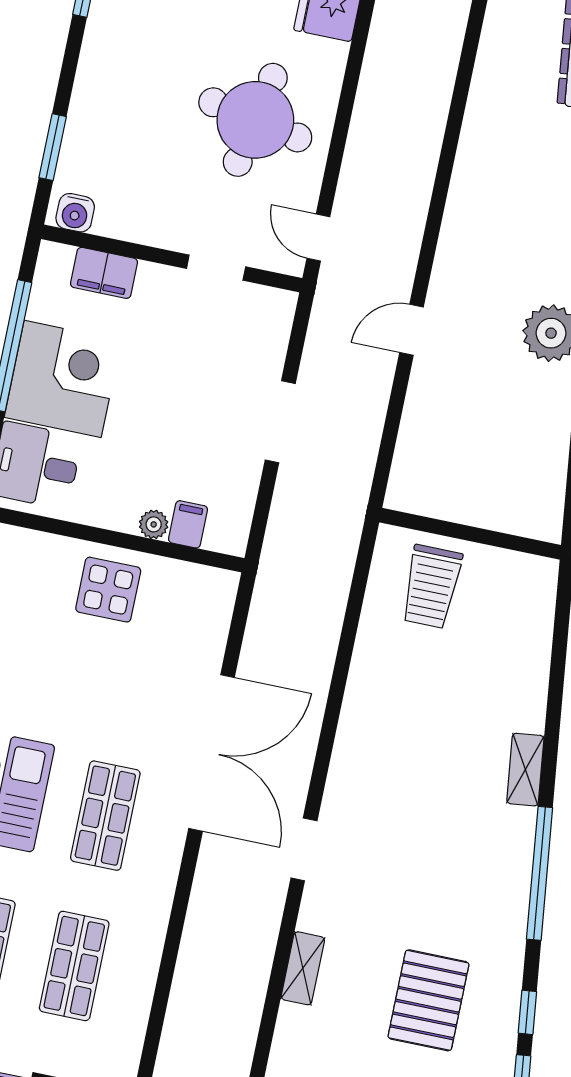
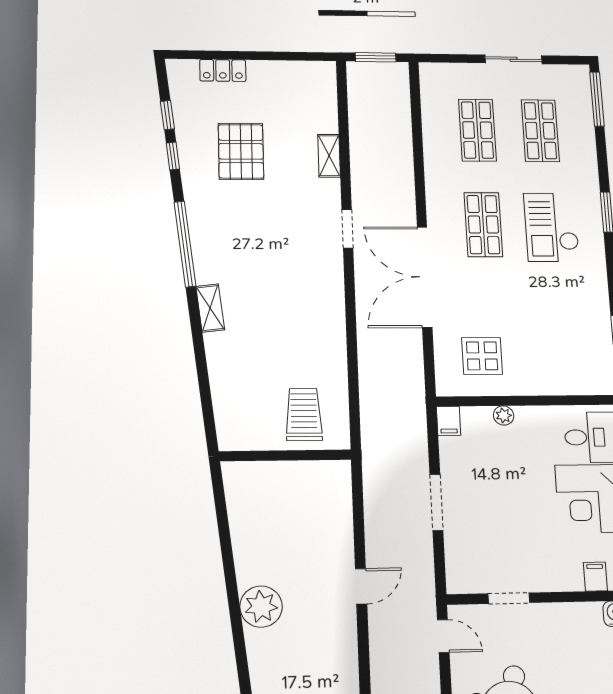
filing cabinet: (104, 273) -> (595, 577), width x0.50
filing cabinet: (188, 524) -> (449, 421), moved
display table: (108, 590) -> (482, 356), moved

